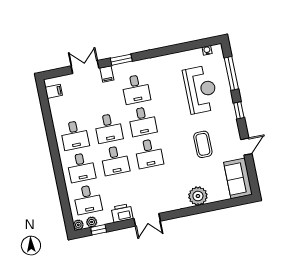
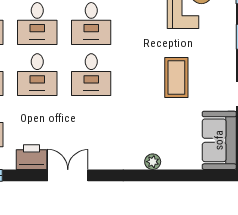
plant: (198, 196) -> (153, 162), width x0.53, depth x0.53
double door: (147, 220) -> (68, 175), swing flipped

